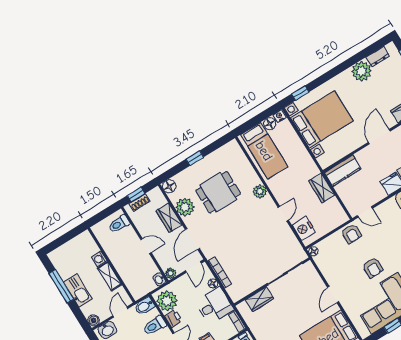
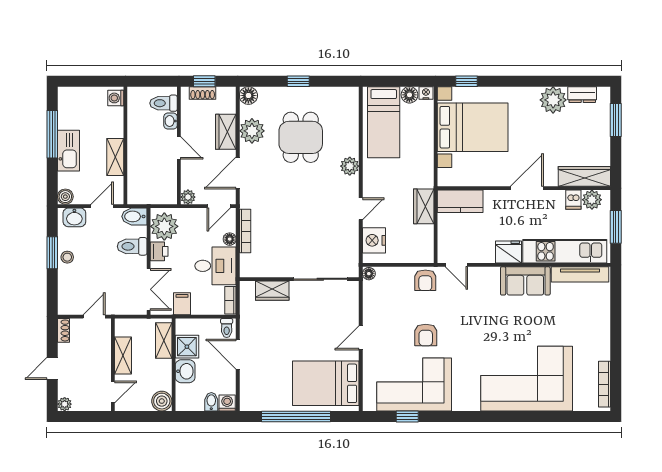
dining table: (218, 192) -> (301, 137), turned 90
washing machine: (99, 259) -> (116, 98), moved
washbasin: (159, 279) -> (171, 121), moved

